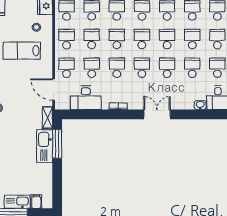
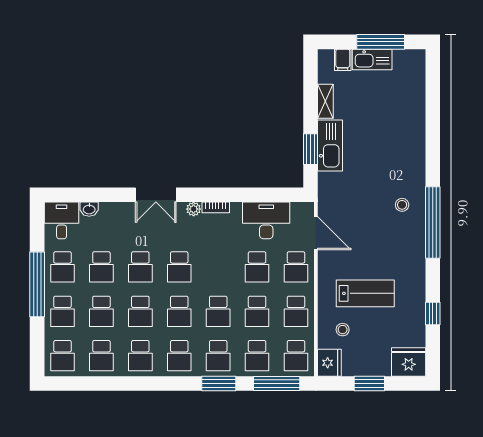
school desk: (117, 68) -> (218, 267), removed
plant: (133, 105) -> (194, 209), added
shelving: (47, 118) -> (325, 101), moved
window: (57, 144) -> (311, 149), width x0.69

